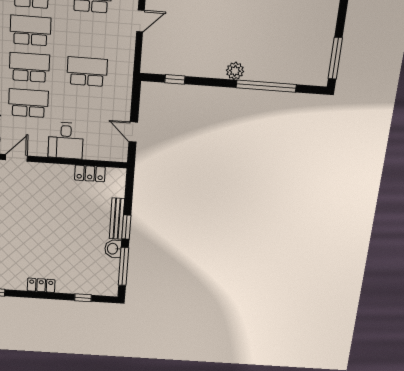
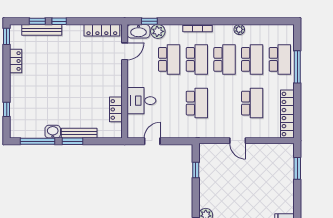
desk: (66, 141) -> (141, 101), moved
door: (16, 158) -> (125, 51), hinge flipped
locker: (41, 285) -> (16, 61), moved

